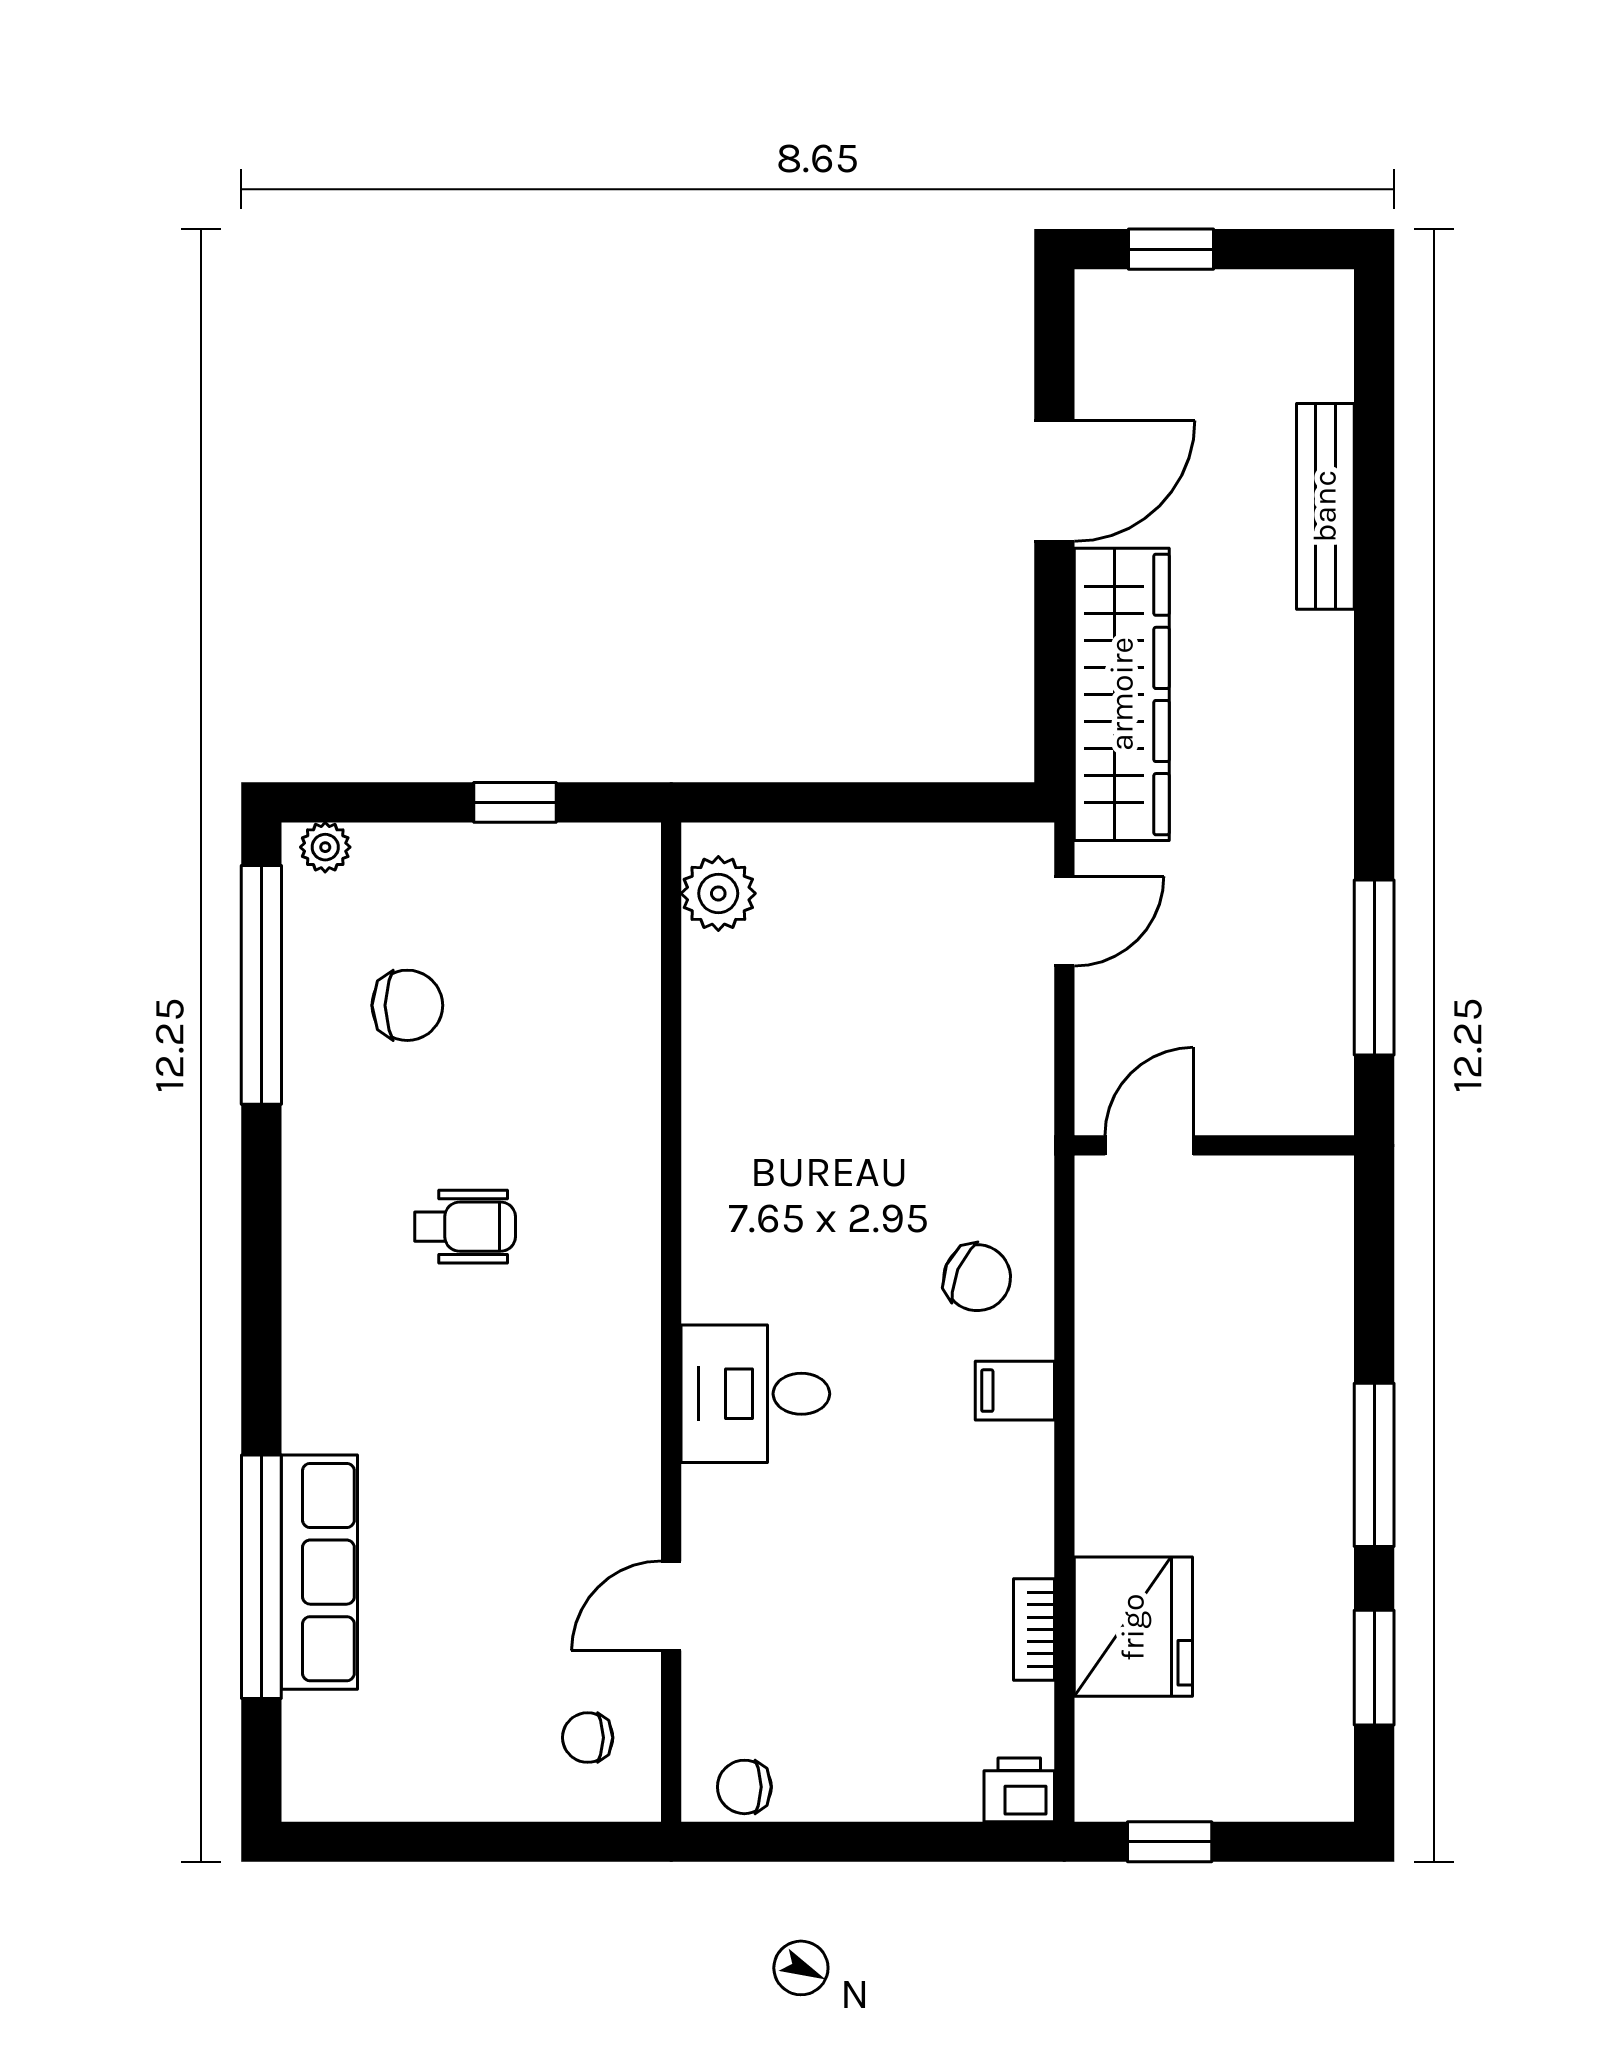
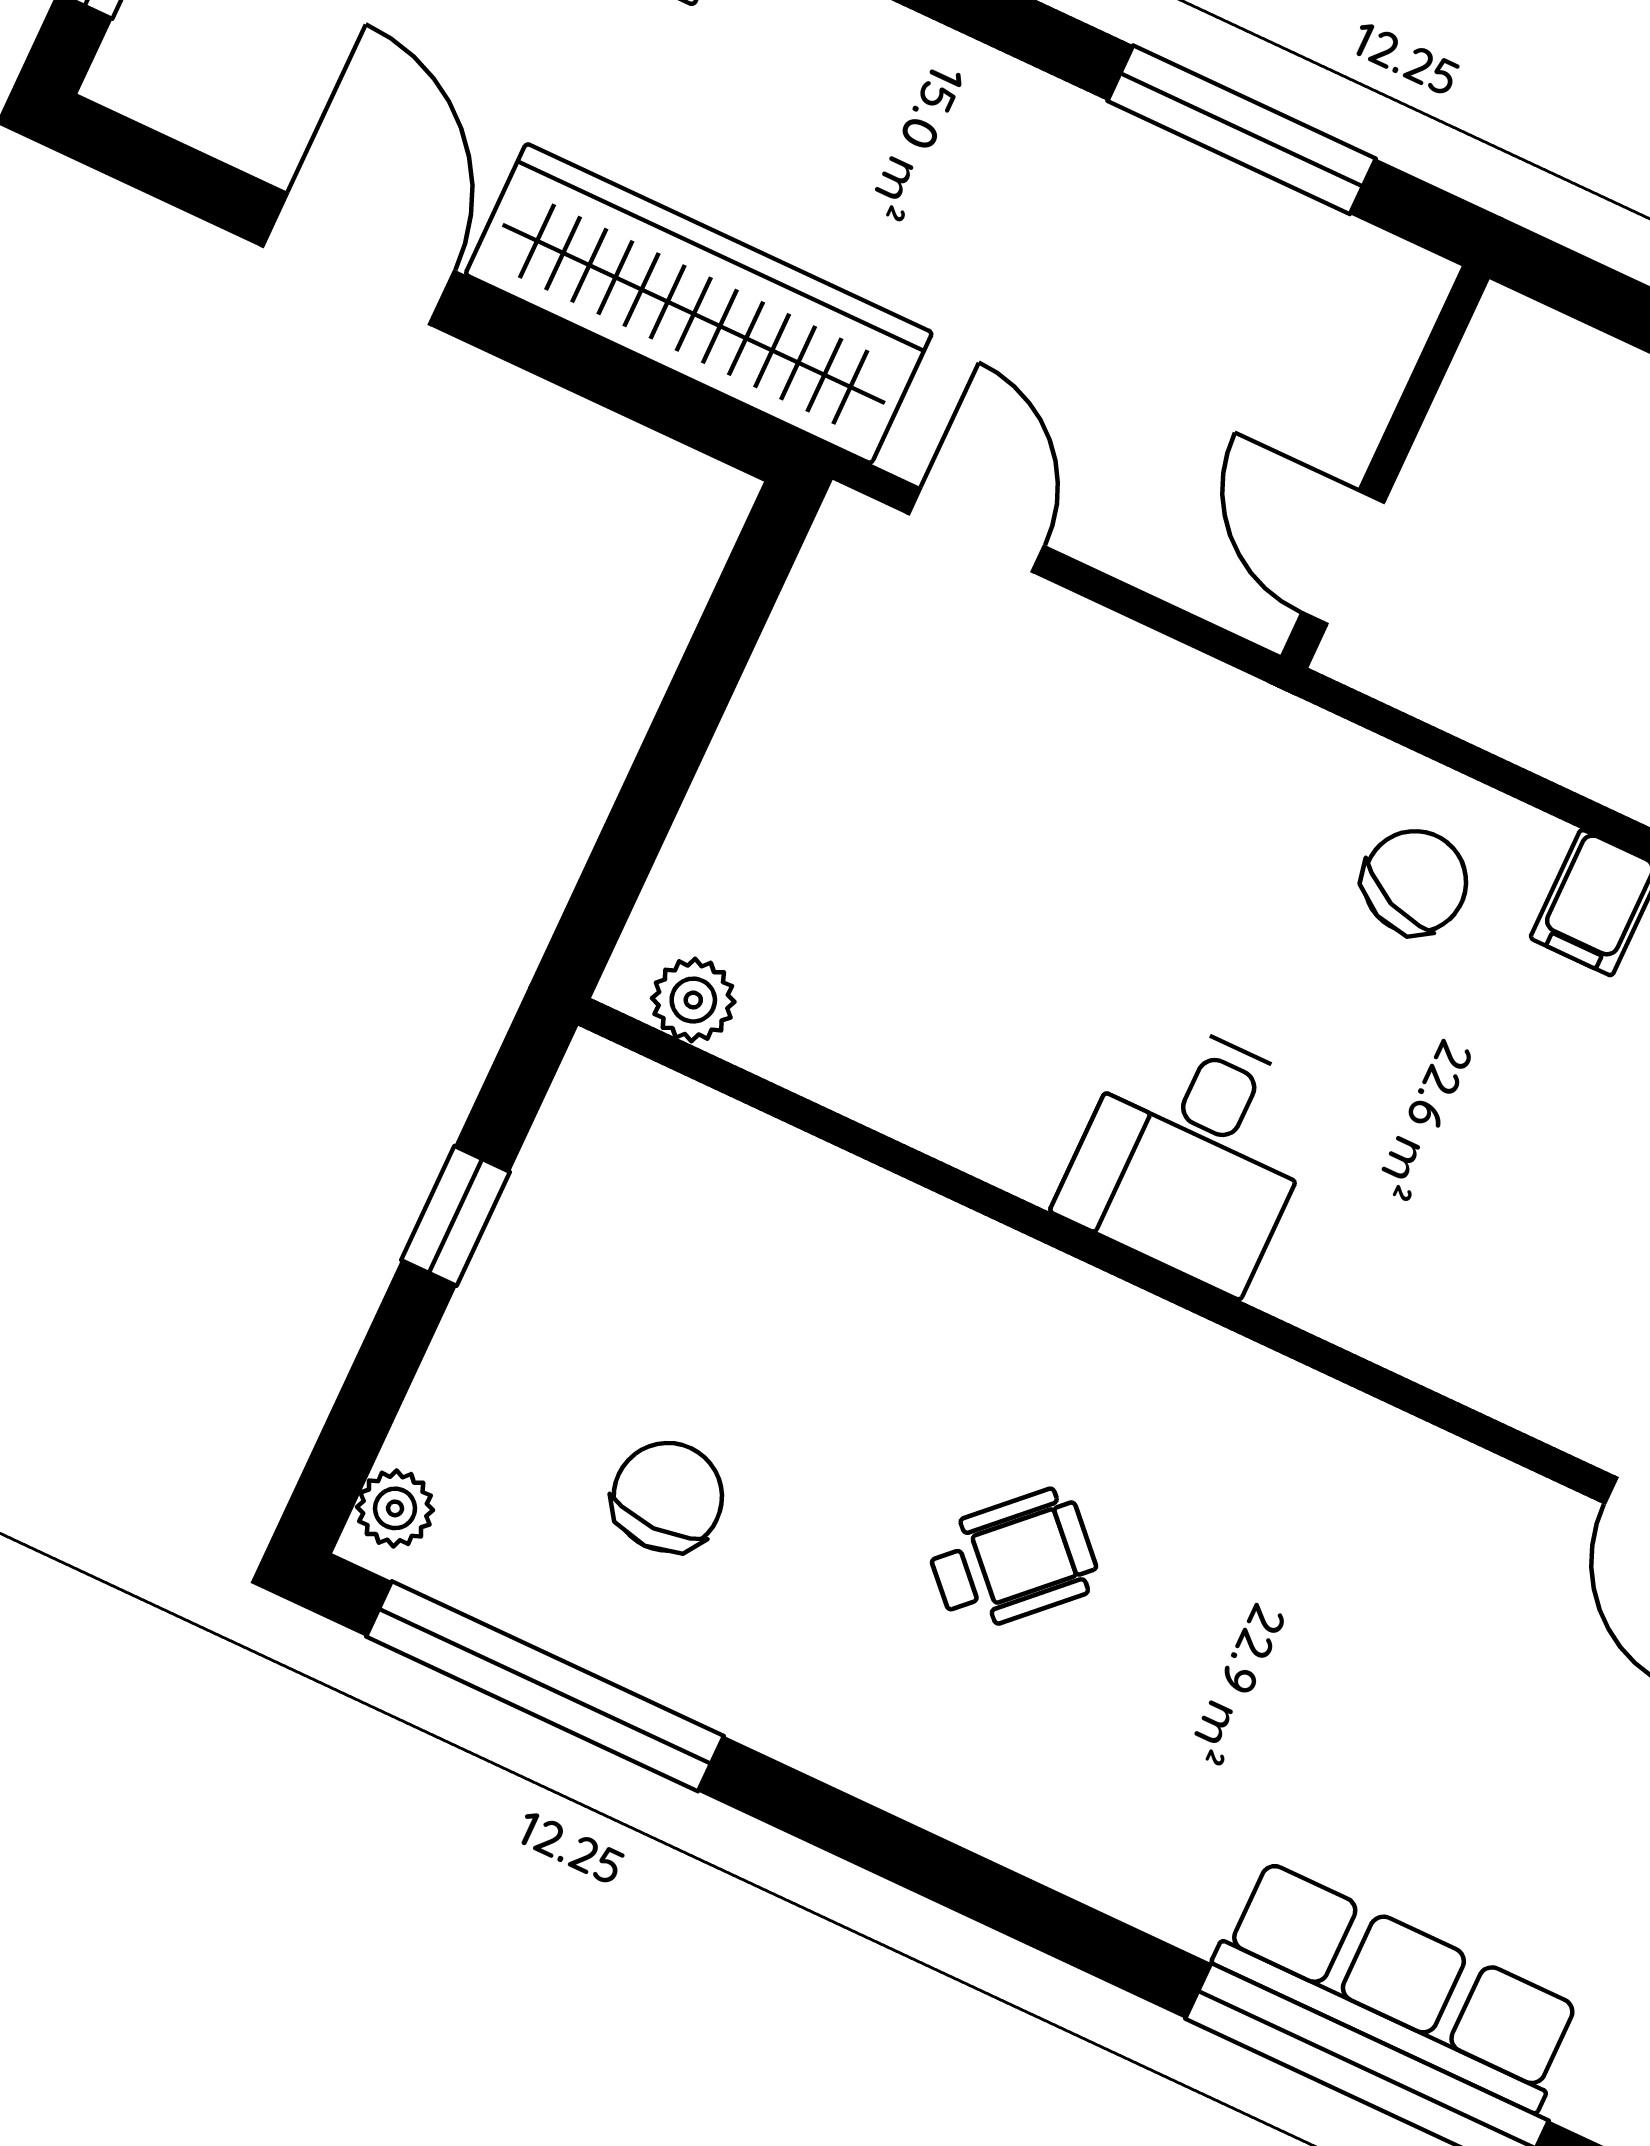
plant: (718, 893) -> (693, 1000), width x0.73, depth x0.73
wheelchair: (465, 1227) -> (1013, 1560), turned 46
desk: (755, 1394) -> (1193, 1153), moved

